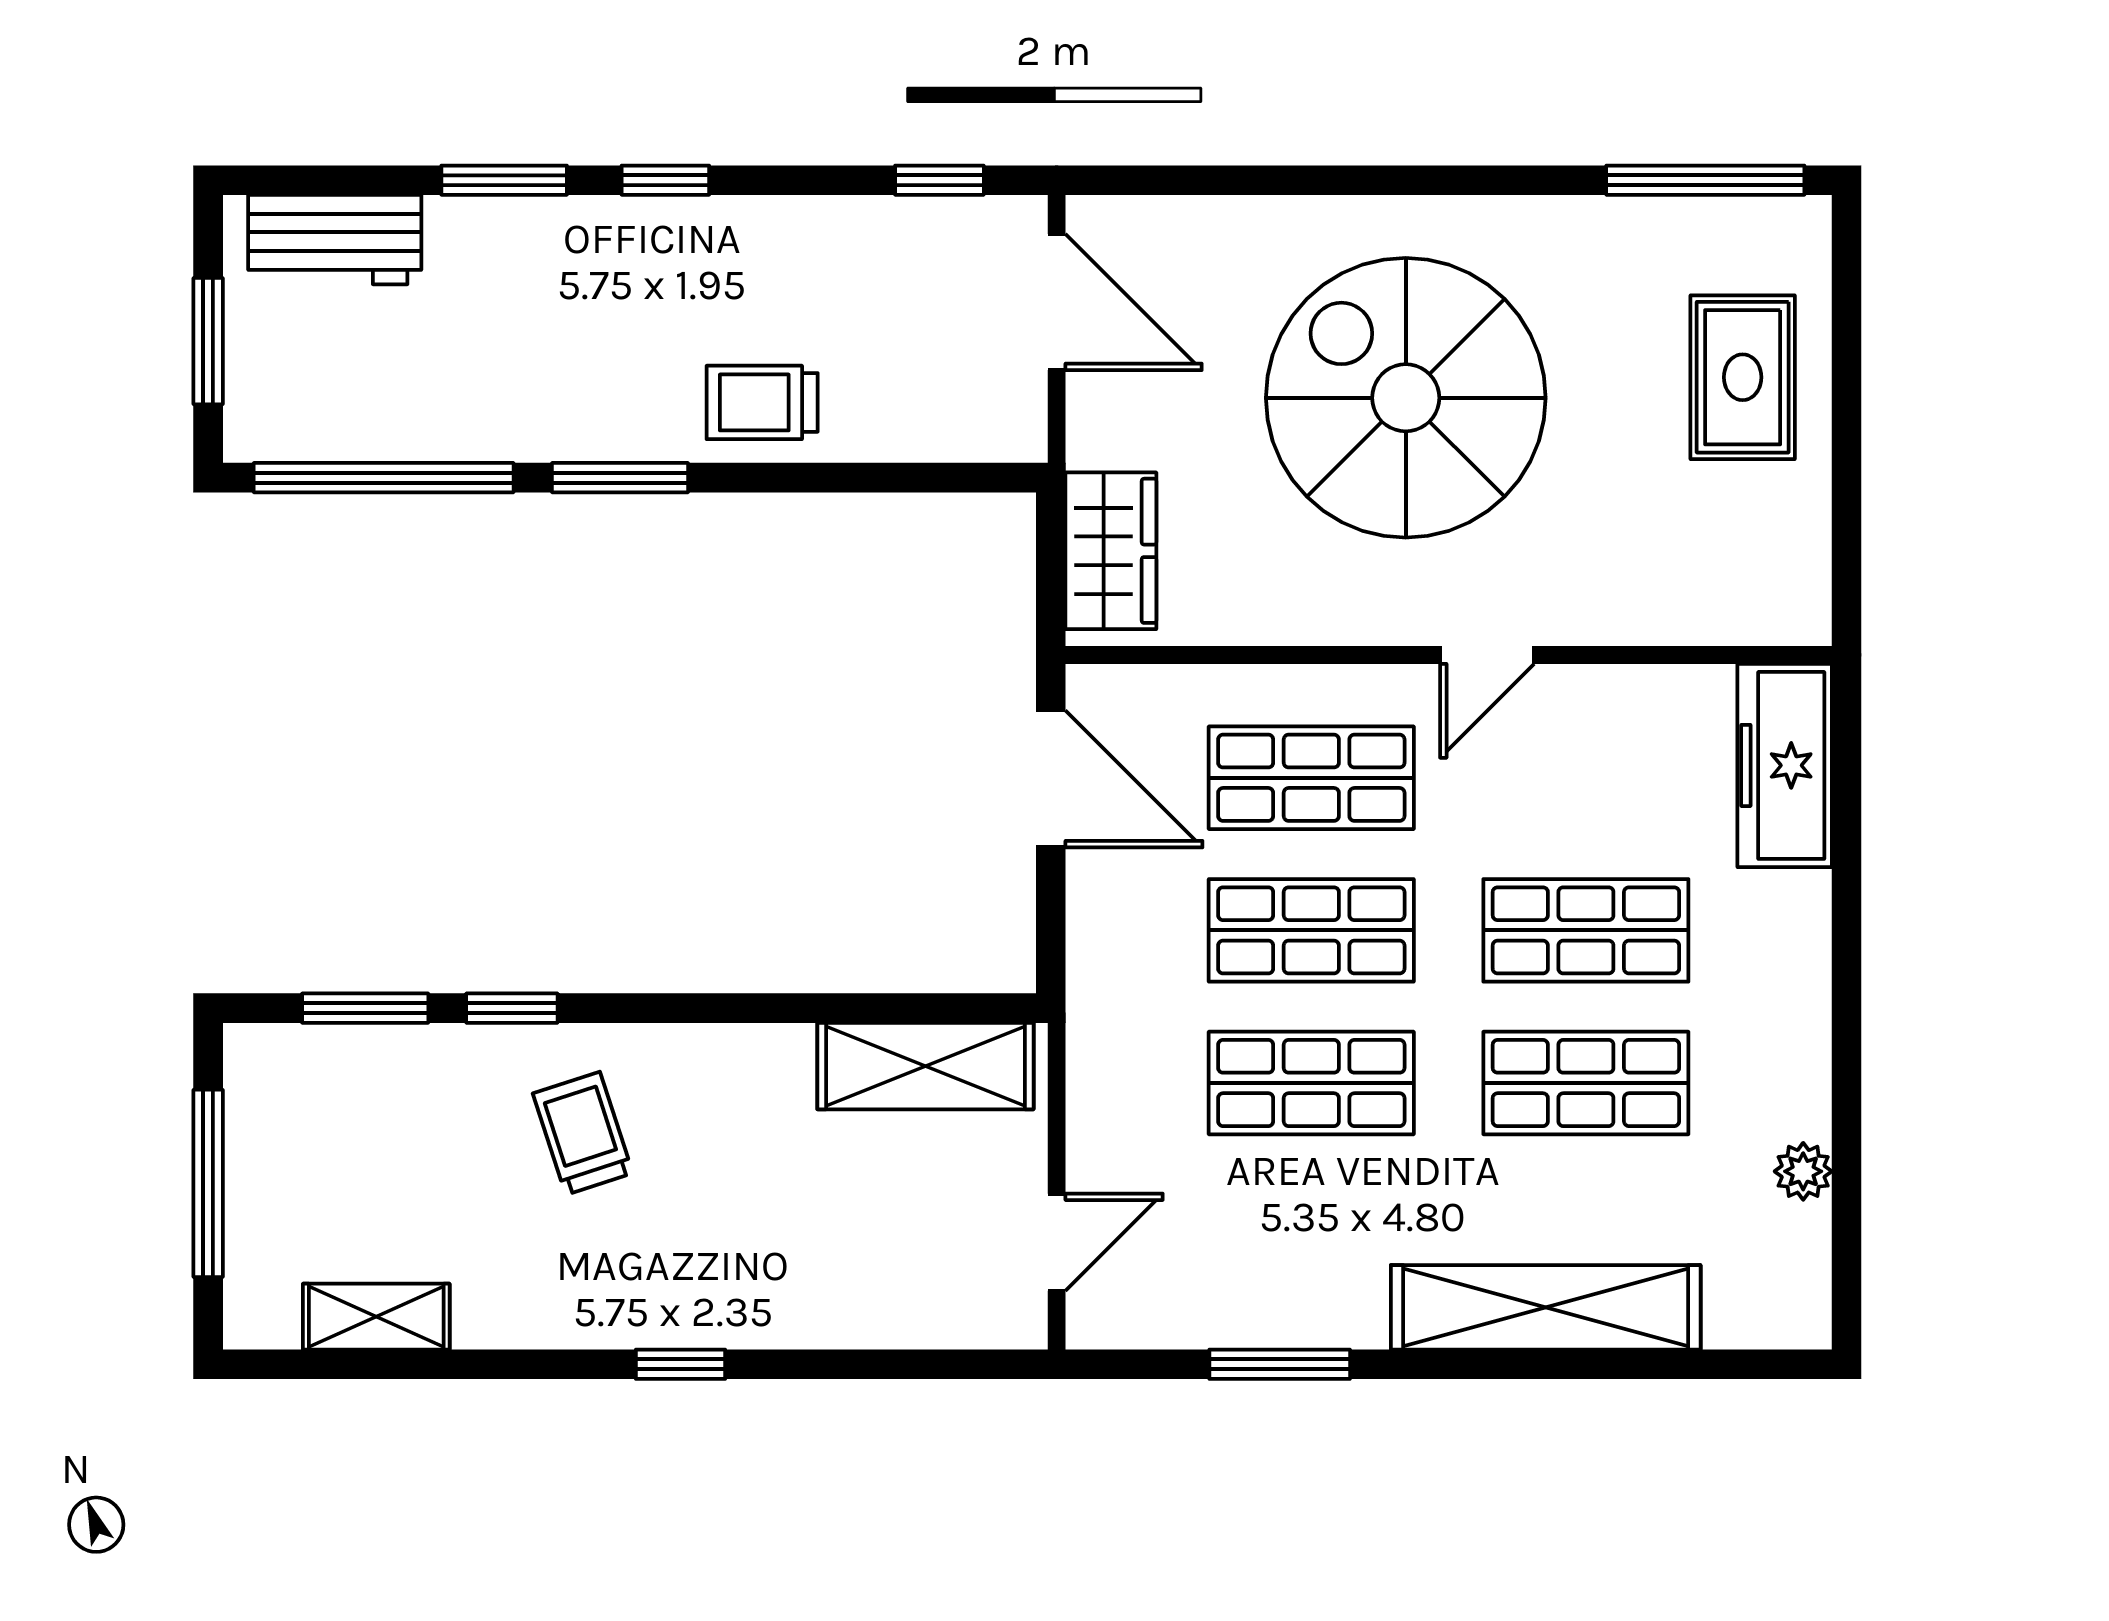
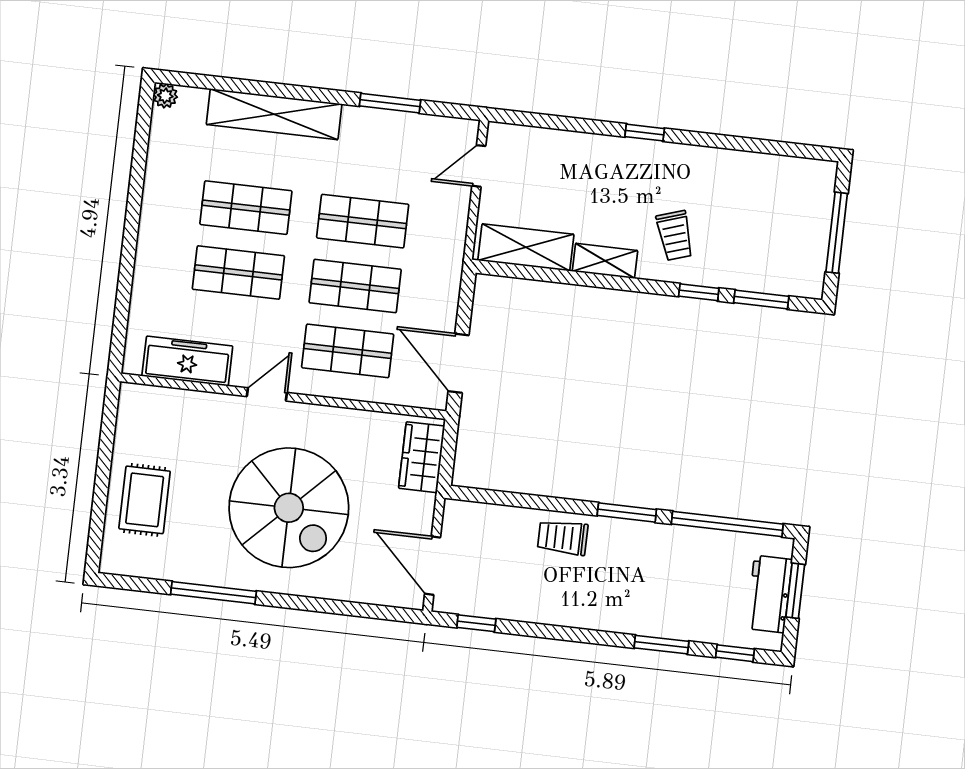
window: (665, 180) -> (735, 653), moved
window: (1705, 180) -> (213, 593), moved
workbench: (335, 240) -> (769, 594), moved, turned -90
trolley: (762, 402) -> (563, 537), turned 180
freezer: (1785, 765) -> (187, 361), moved, turned -90
plant: (1803, 1171) -> (165, 96), moved
shelving: (376, 1317) -> (605, 261), moved

